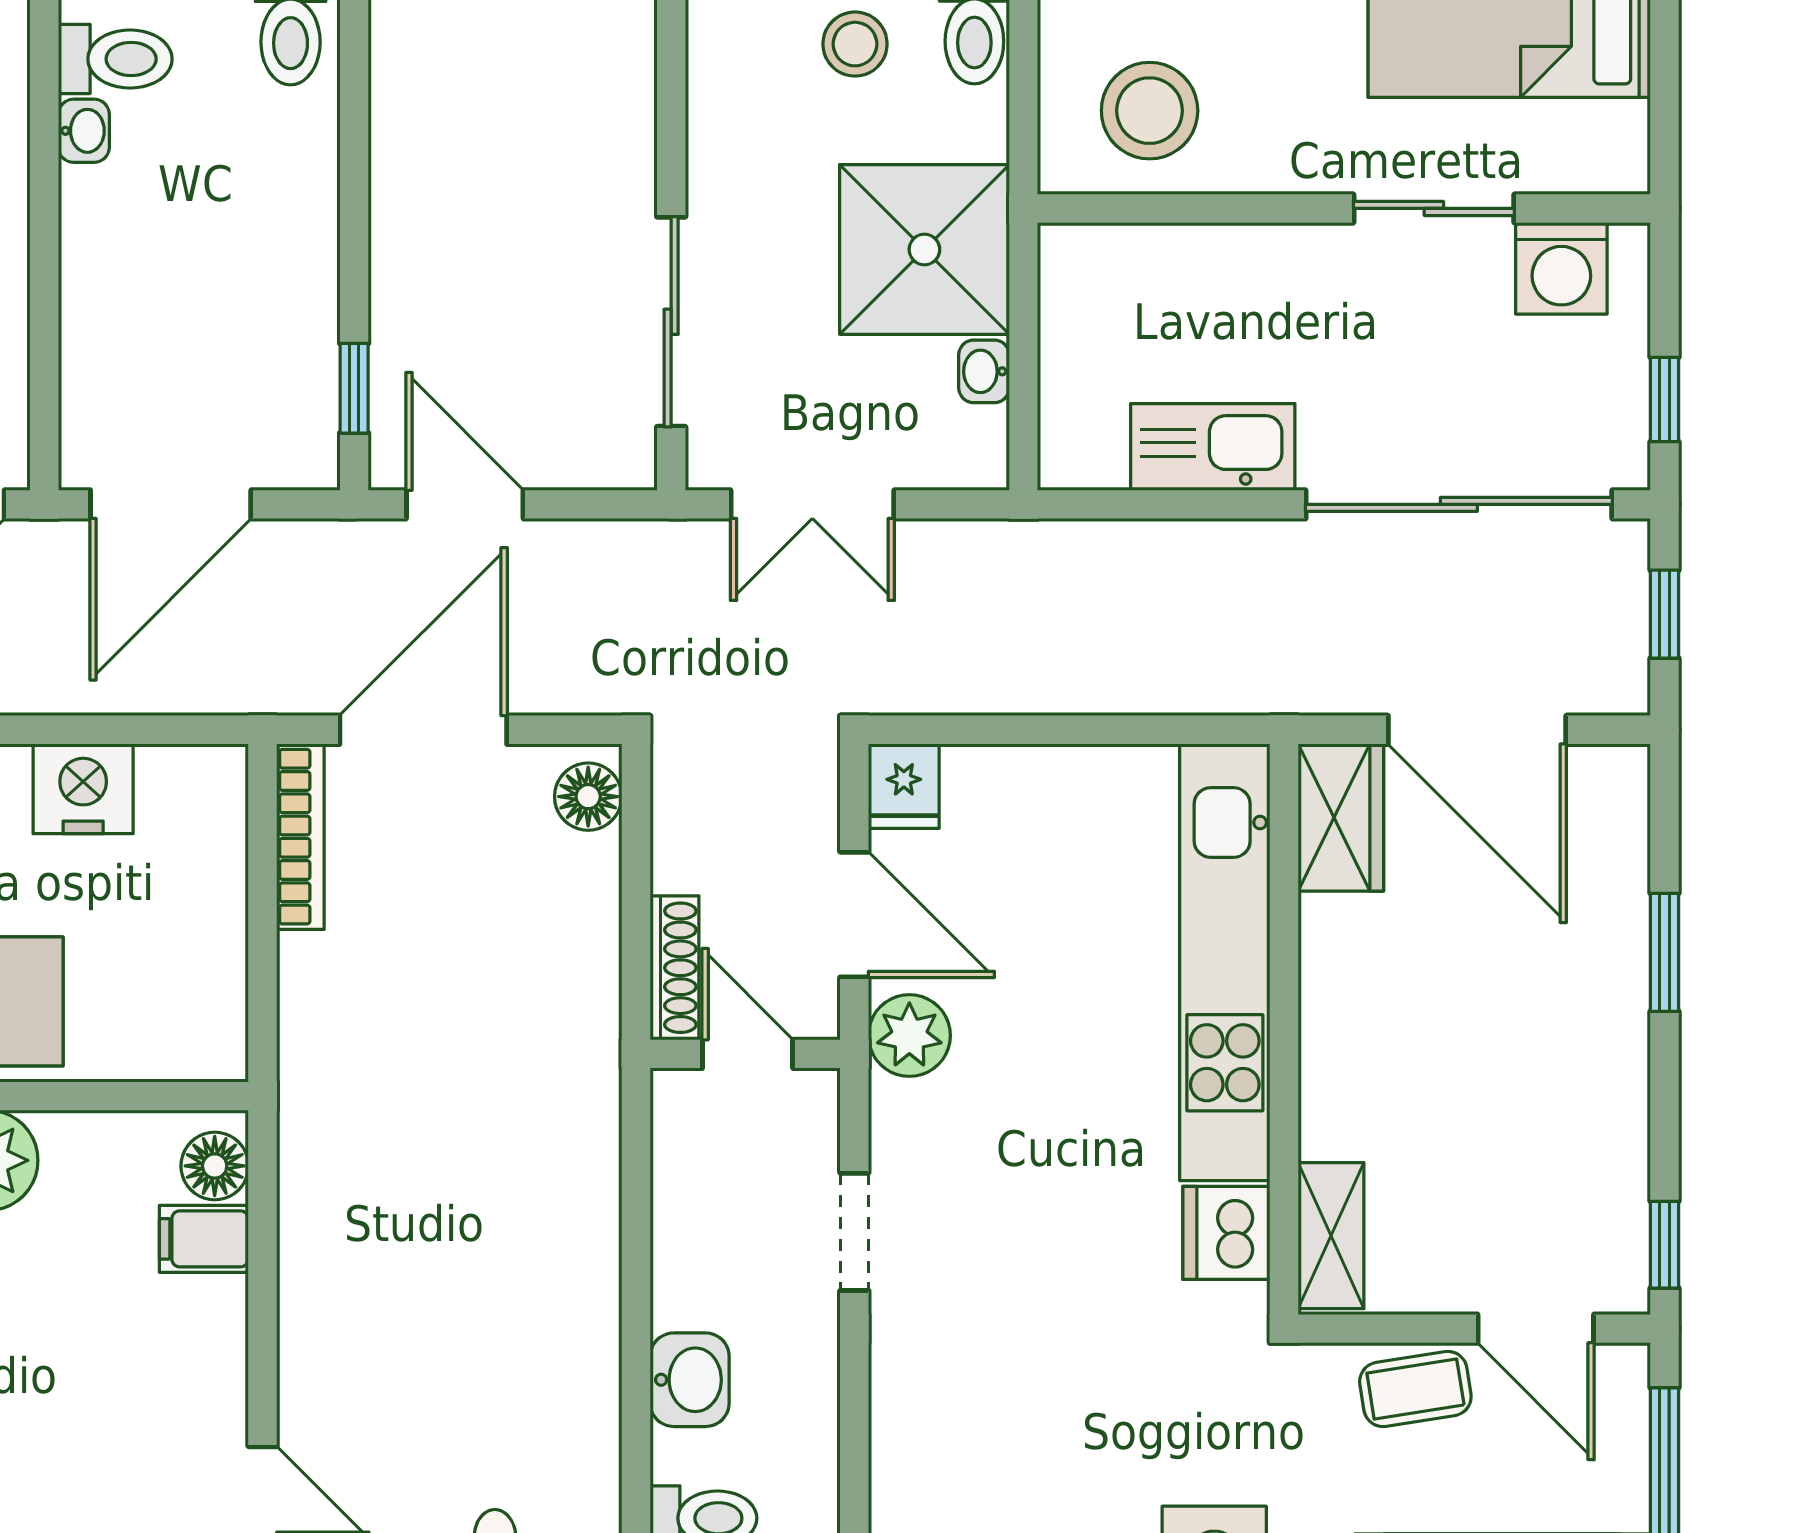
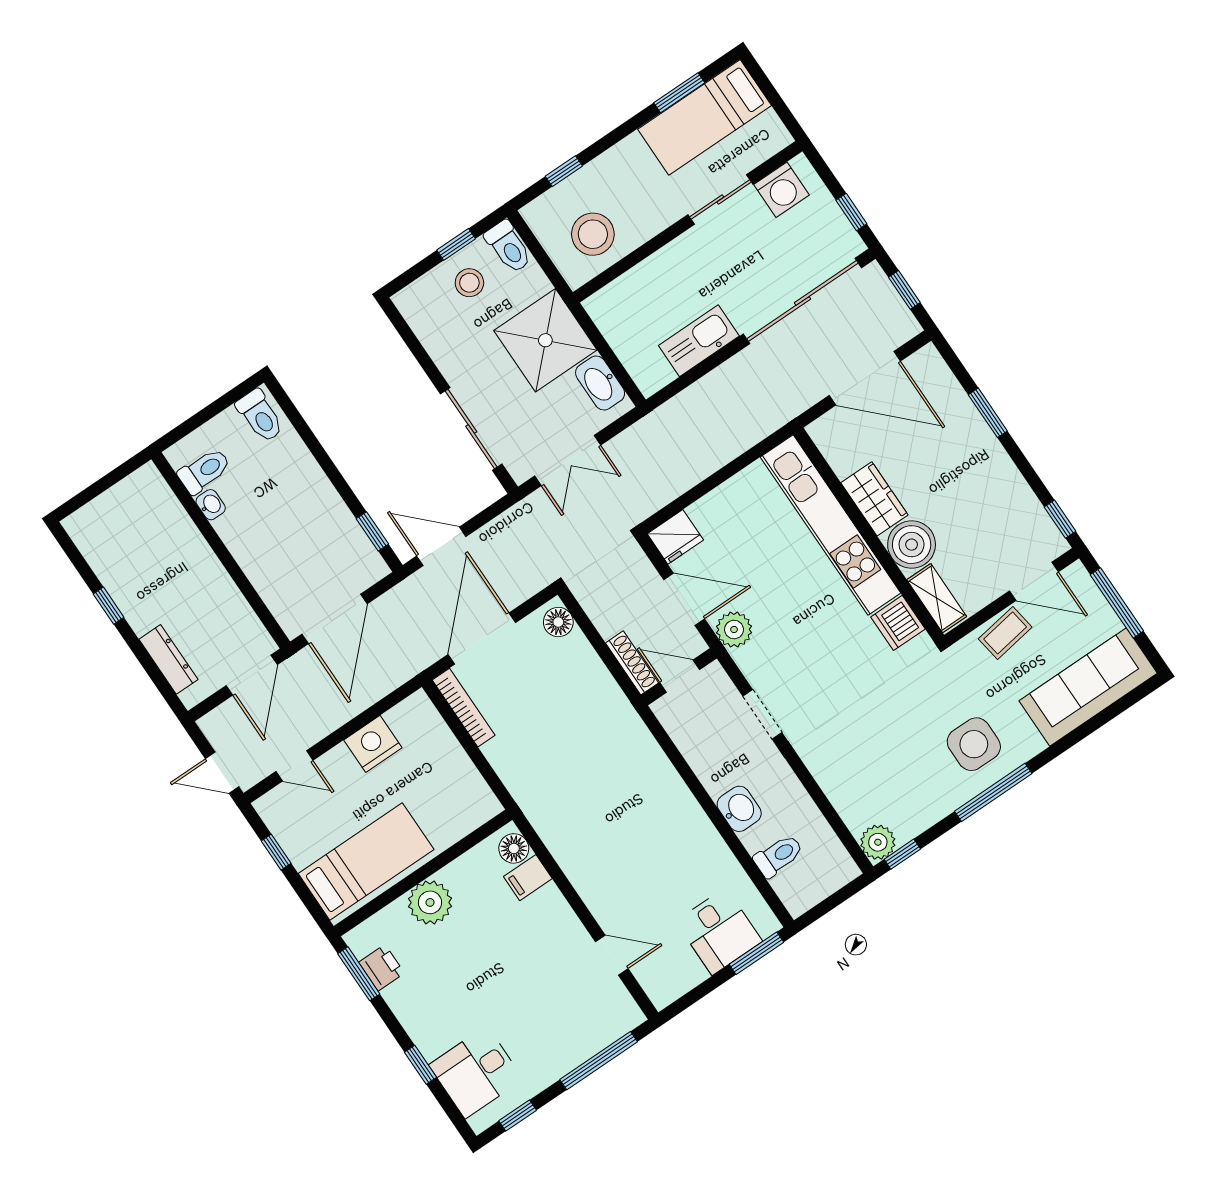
washbasin: (984, 371) -> (600, 383), width x1.91, depth x1.45
fridge: (904, 786) -> (675, 537), width x1.38
wardrobe: (1341, 818) -> (874, 499), moved
boiler: (1352, 1103) -> (912, 545), added

